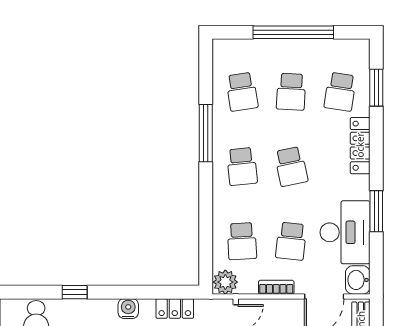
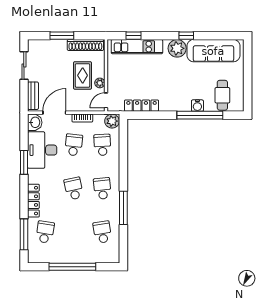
window: (376, 88) -> (24, 234), width x1.44
school desk: (291, 92) -> (74, 232), removed
window: (75, 292) -> (200, 115), width x3.17
locker: (175, 308) -> (142, 106), width x1.53
water cooler: (128, 309) -> (197, 106), moved

